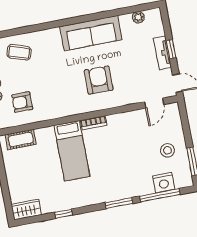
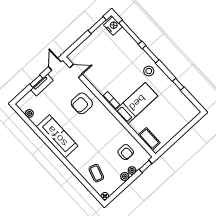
armchair: (99, 80) -> (82, 103), moved
stool: (167, 150) -> (149, 71), moved
nightstand: (164, 183) -> (113, 26), moved
wardrobe: (26, 210) -> (190, 109), removed

